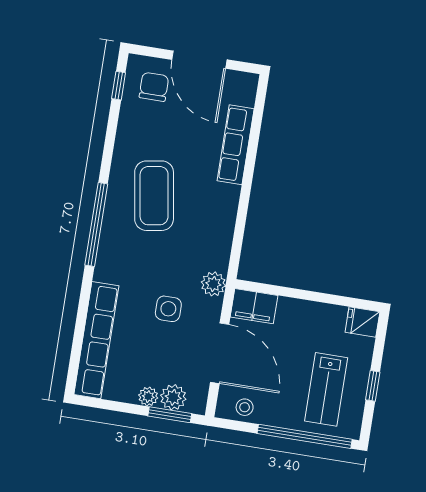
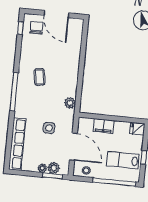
row of seats: (236, 145) -> (75, 52), removed
coffee table: (154, 196) -> (39, 77), width x0.54, depth x0.58
plant: (213, 284) -> (70, 103), moved
filing cabinet: (254, 306) -> (104, 126), moved
lab bench: (326, 389) -> (123, 160), turned 90

